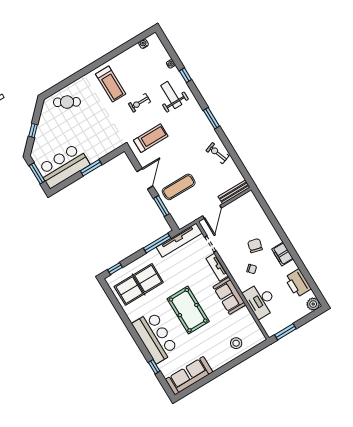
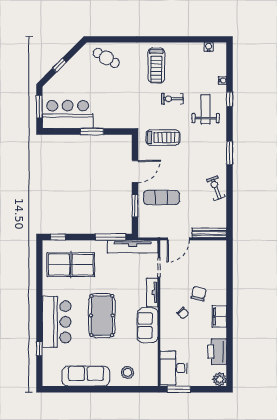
desk: (260, 300) -> (173, 368), moved
sofa: (189, 376) -> (86, 376), moved

